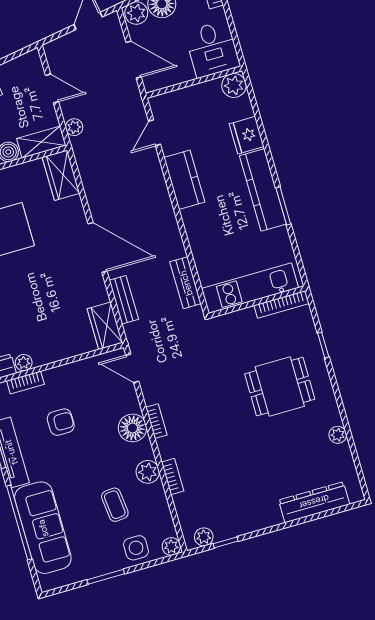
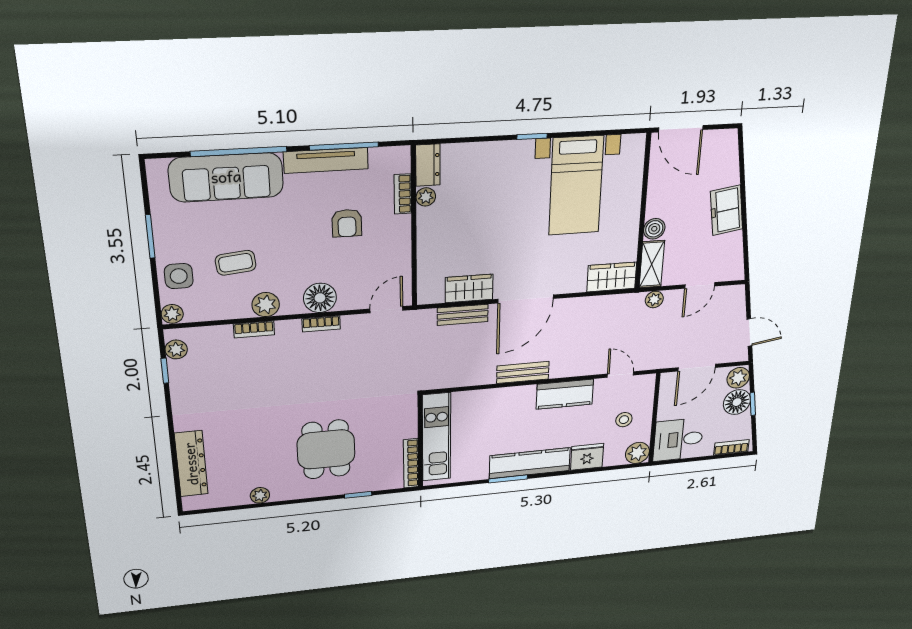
stool: (201, 112) -> (624, 420), added
bench: (186, 283) -> (523, 372), moved
wardrobe: (105, 326) -> (469, 288), moved

